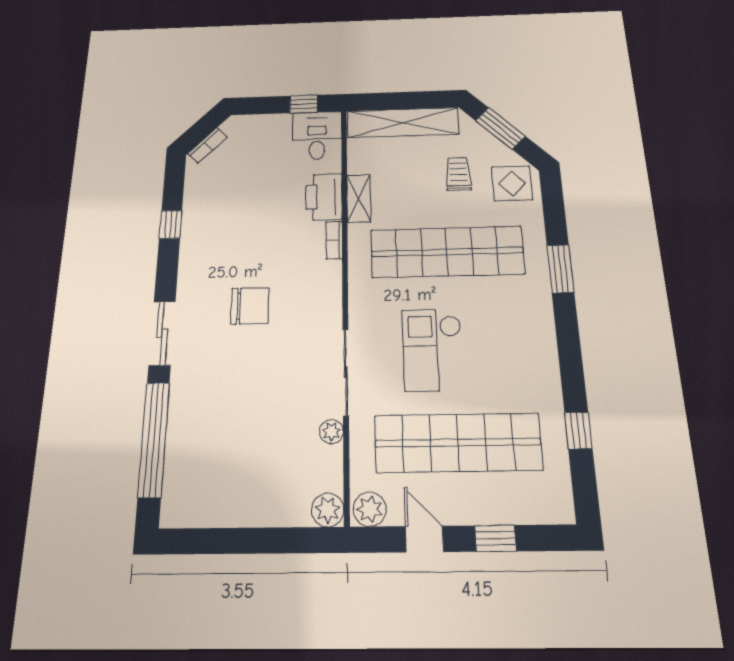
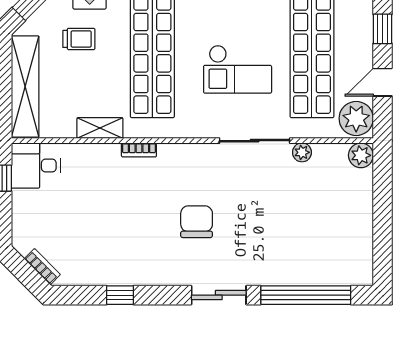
trolley: (458, 174) -> (79, 39), turned 180
printer: (324, 197) -> (97, 159), removed
plant: (370, 509) -> (356, 118), width x1.36, depth x1.36

